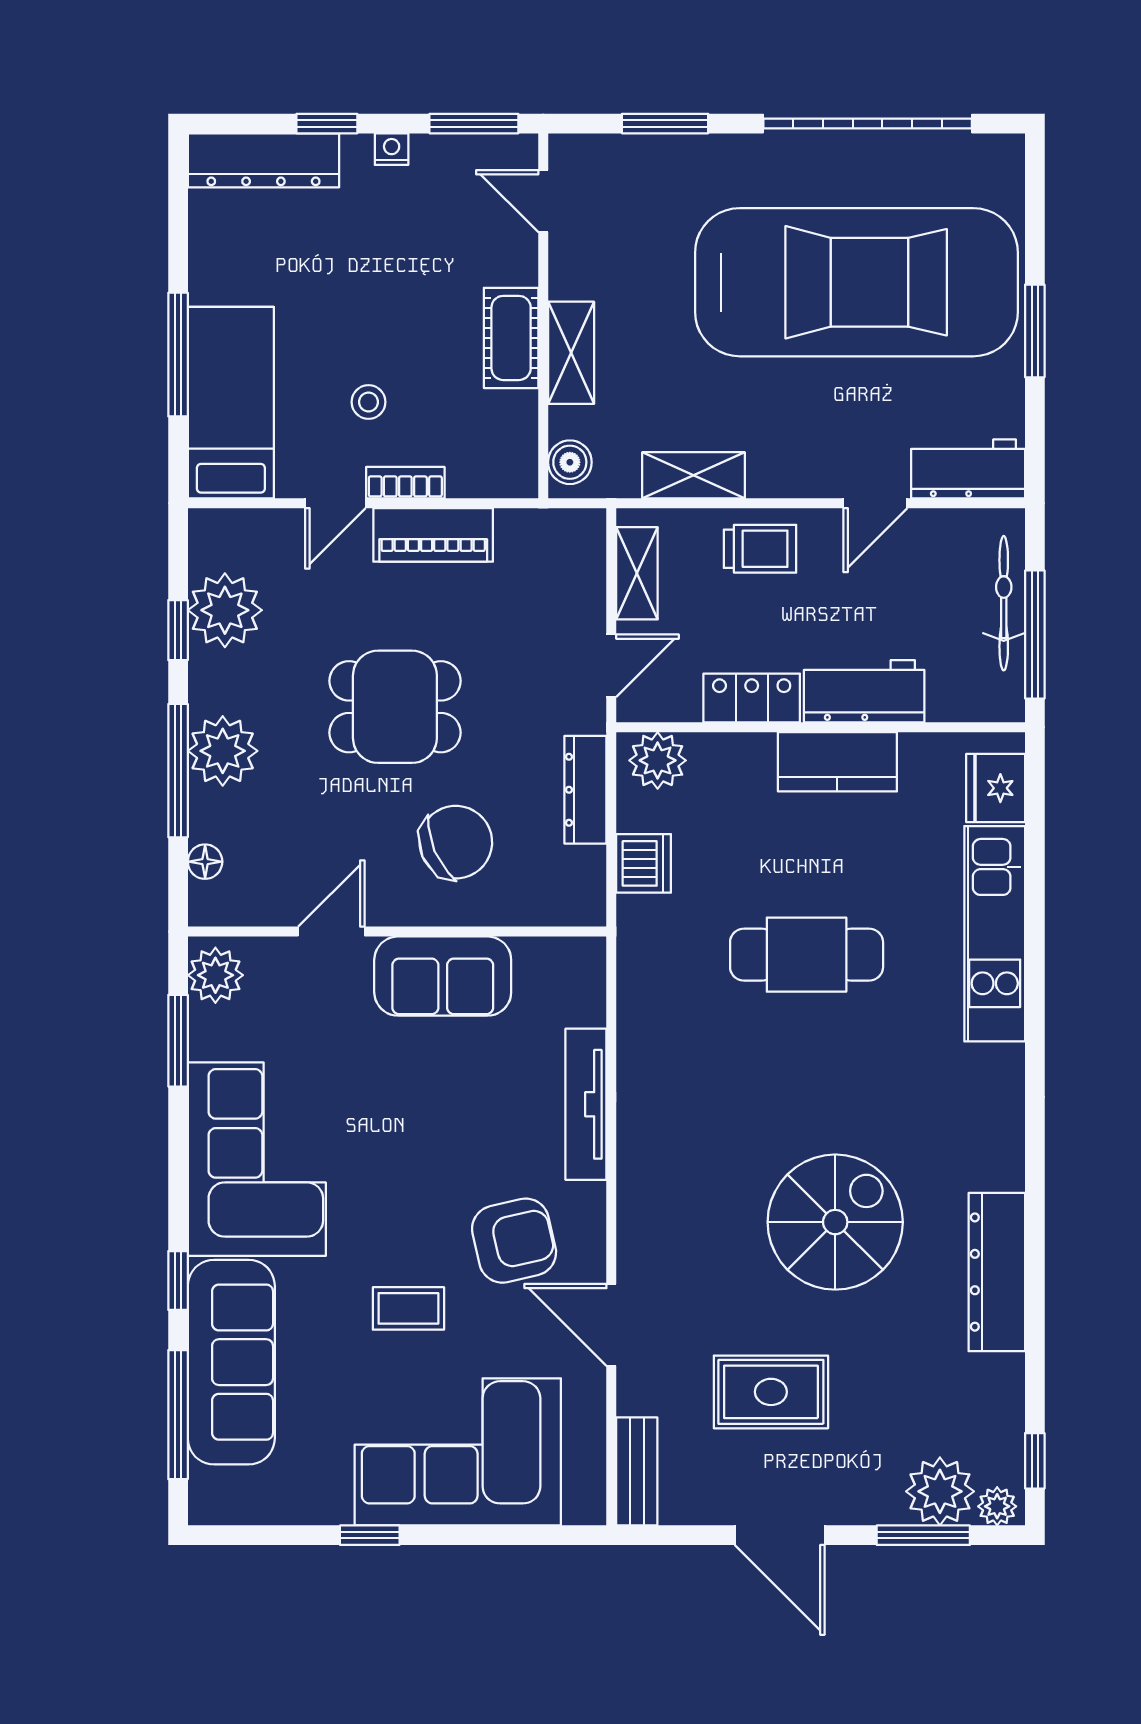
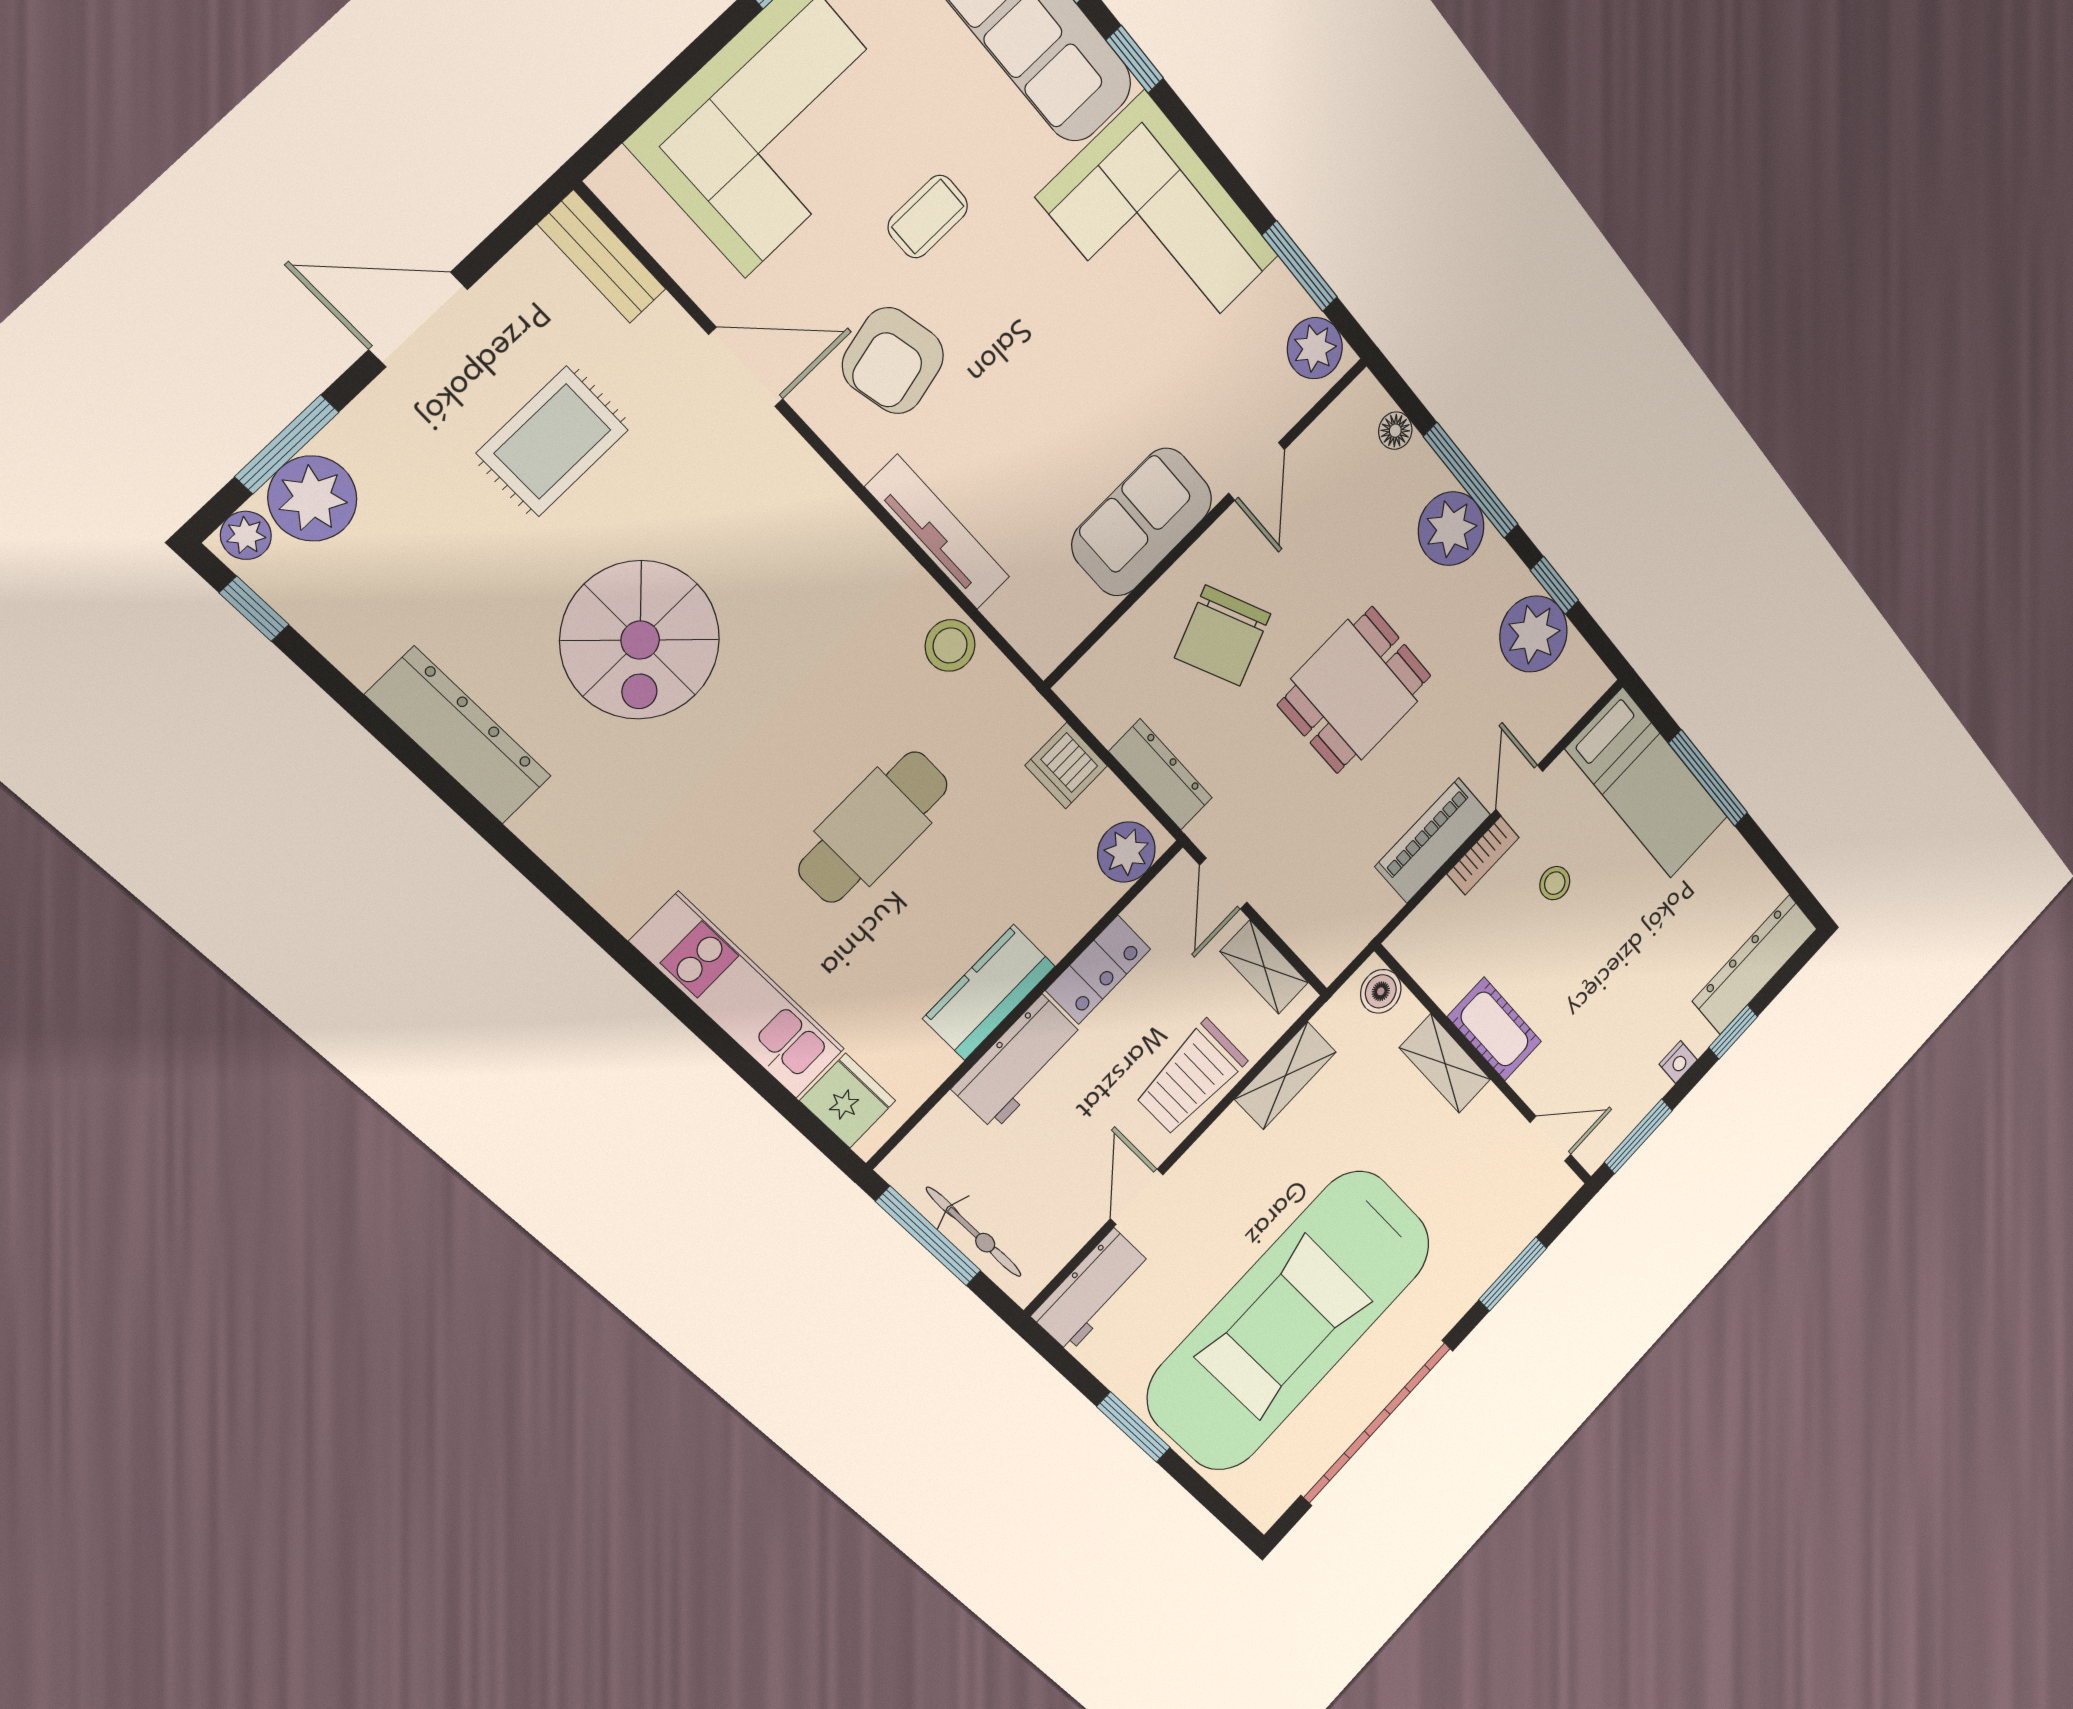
trolley: (760, 549) -> (1191, 1078), width x1.36, depth x1.39
stool: (646, 1023) -> (950, 645), added

